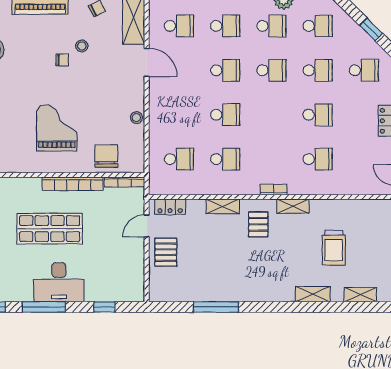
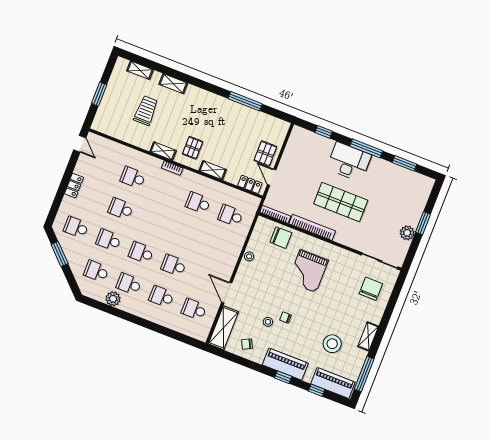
window: (371, 30) -> (60, 254), width x1.50
school desk: (225, 115) -> (186, 234), removed
chair: (106, 156) -> (281, 238), turned -90
door: (147, 226) -> (272, 177), swing flipped

